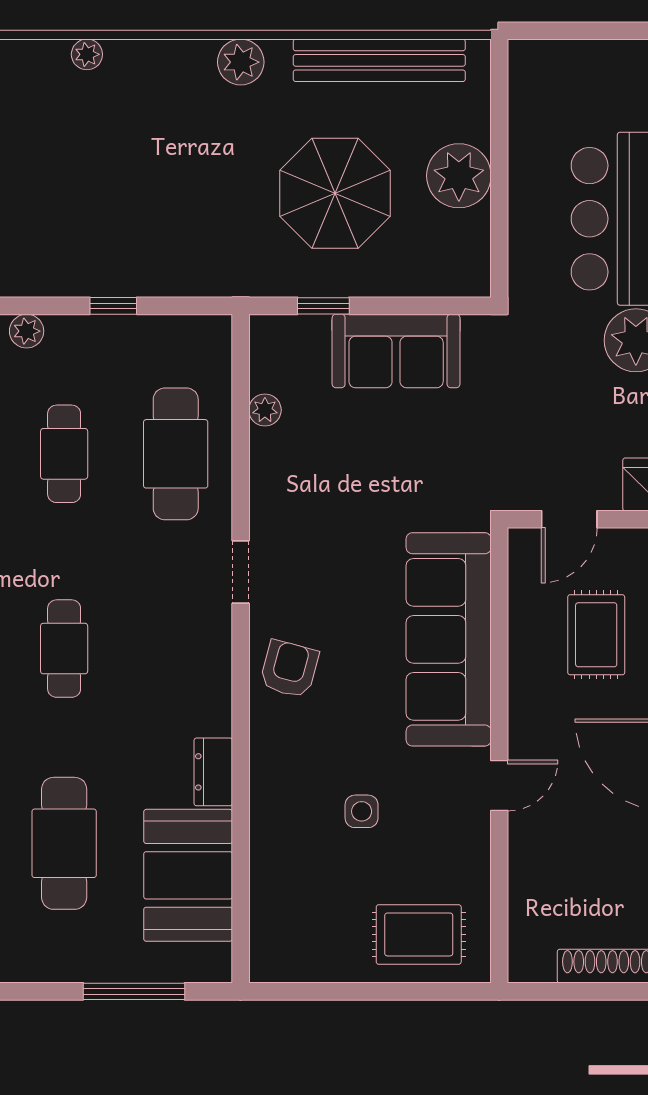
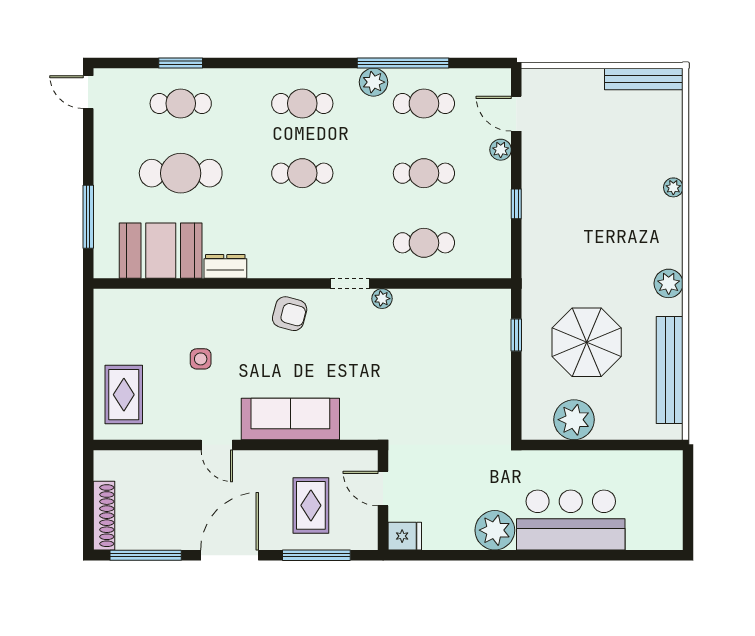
plant: (459, 176) -> (574, 420), moved
sofa: (396, 351) -> (488, 380), removed
plant: (265, 410) -> (382, 299), moved
cafe table: (176, 454) -> (424, 243), width x0.73, depth x0.74
rug: (596, 635) -> (311, 505), turned 90
sofa: (449, 639) -> (290, 419), width x0.74, depth x0.79

